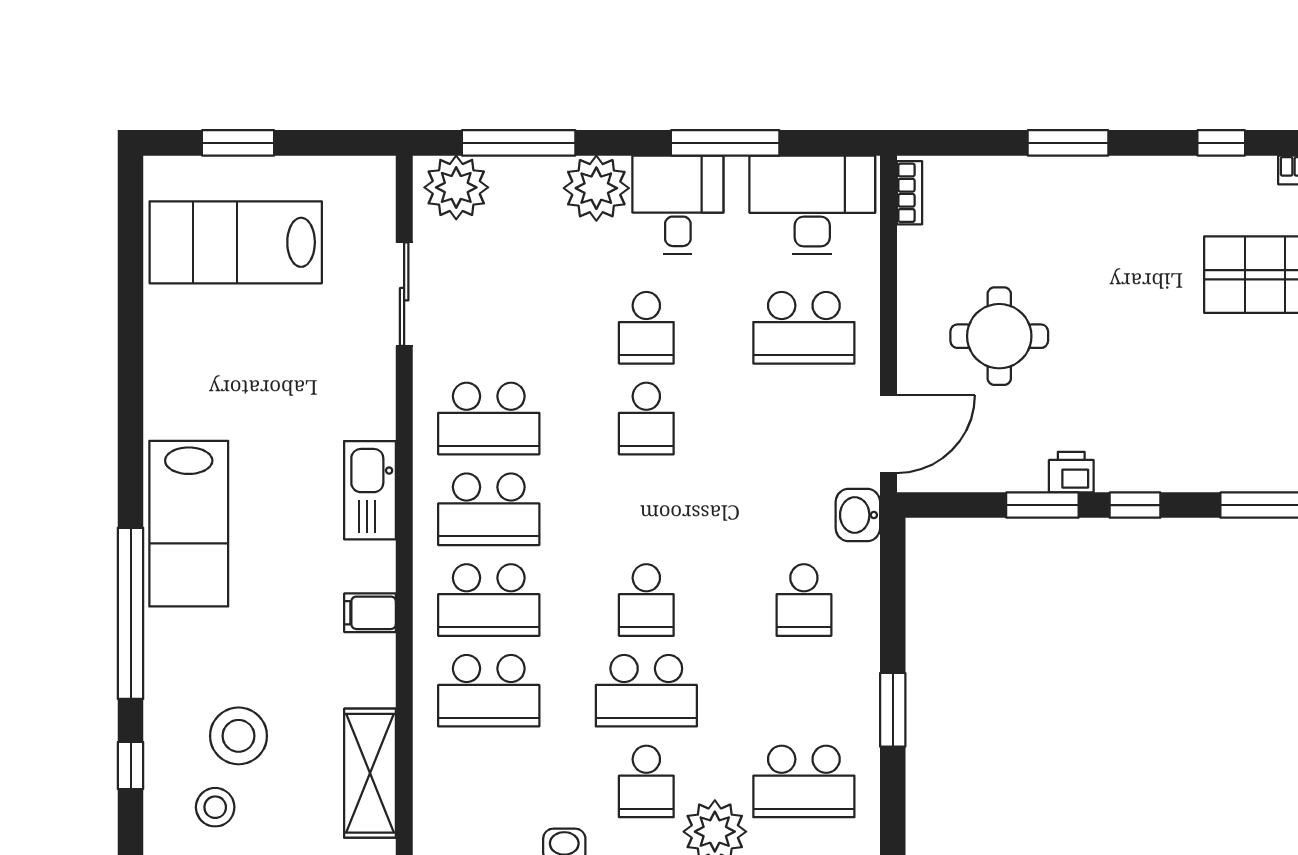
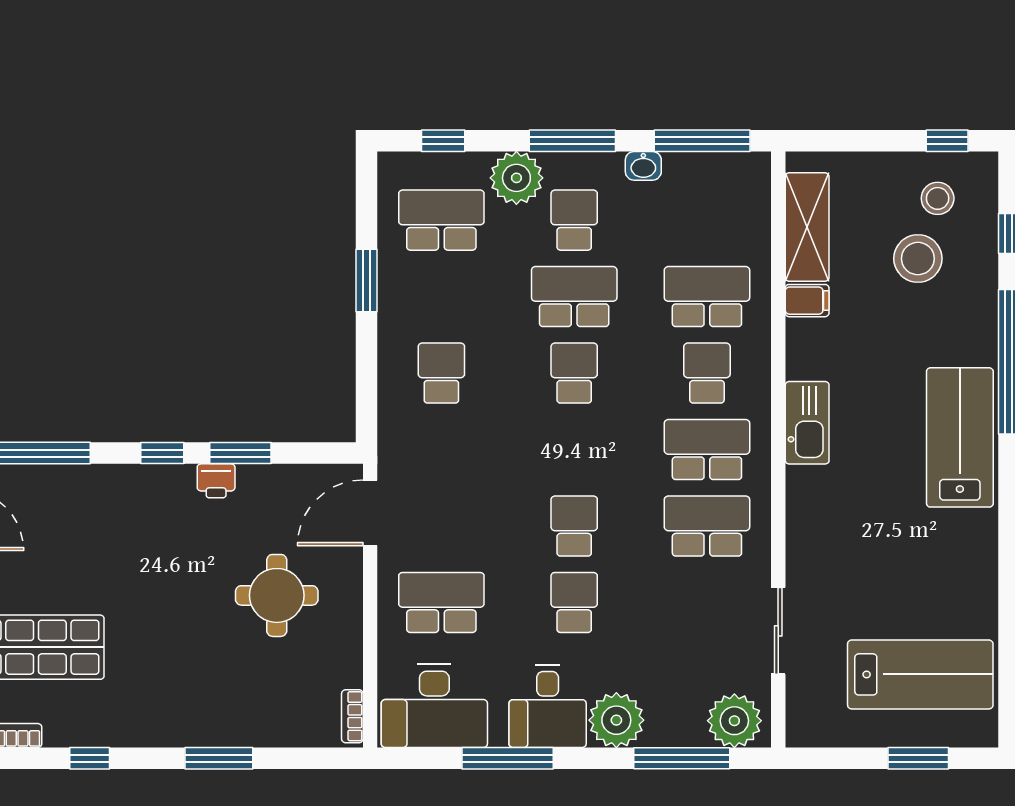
kitchen sink: (370, 490) -> (807, 423), moved
washbasin: (858, 515) -> (396, 445), removed
school desk: (489, 600) -> (707, 373), width x0.54
filing cabinet: (370, 613) -> (807, 301), moved

